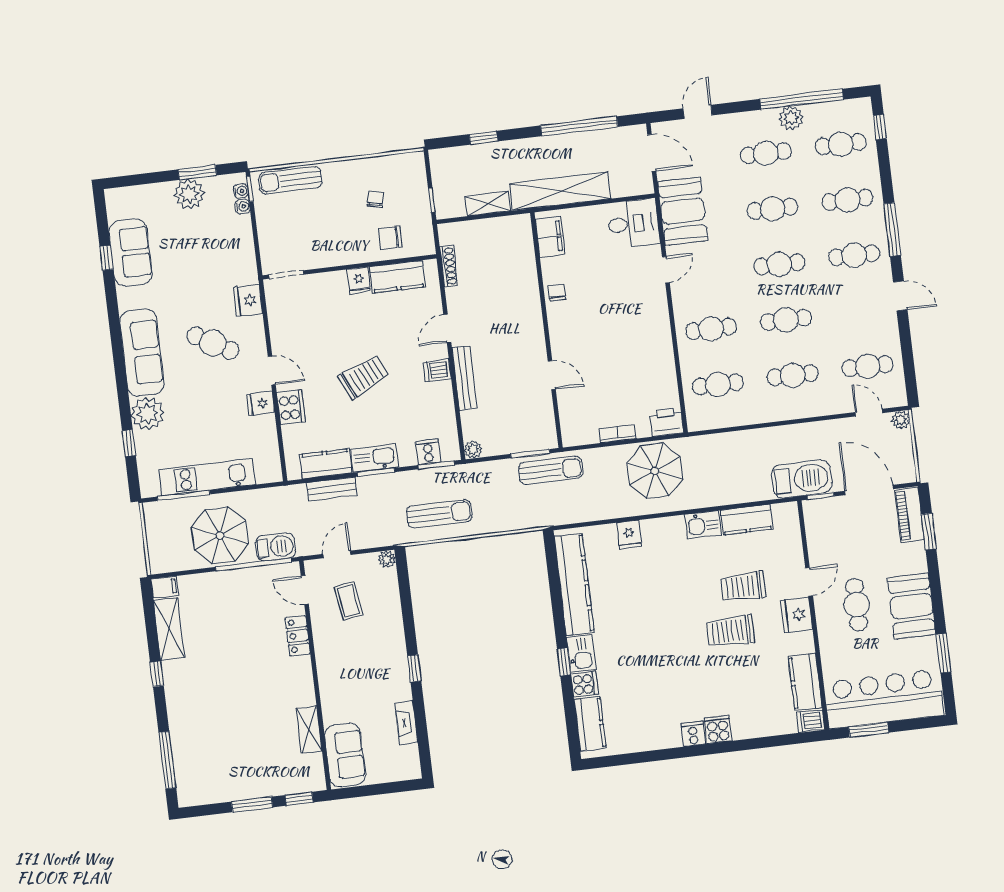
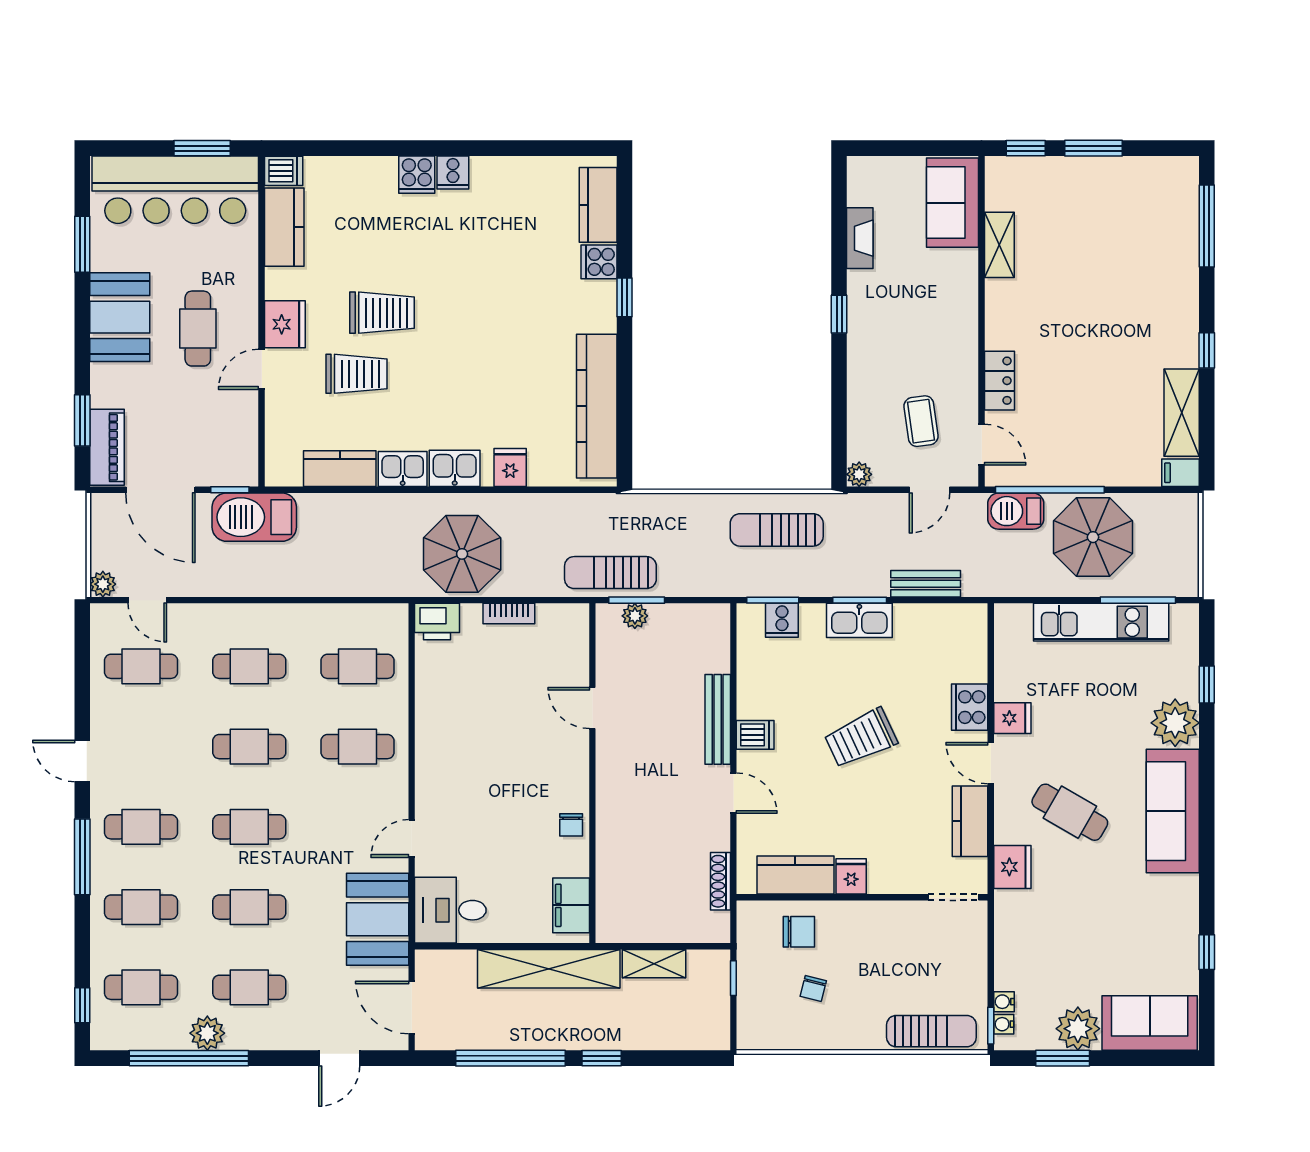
window: (483, 138) -> (602, 1058), moved
sofa: (131, 253) -> (1150, 1023), moved, turned 90
door: (447, 328) -> (733, 793), hinge flipped
plant: (473, 449) -> (635, 616), moved
kitchen counter: (326, 464) -> (970, 821), moved, turned 90
kitchen sink: (581, 653) -> (455, 468), moved, turned 90

